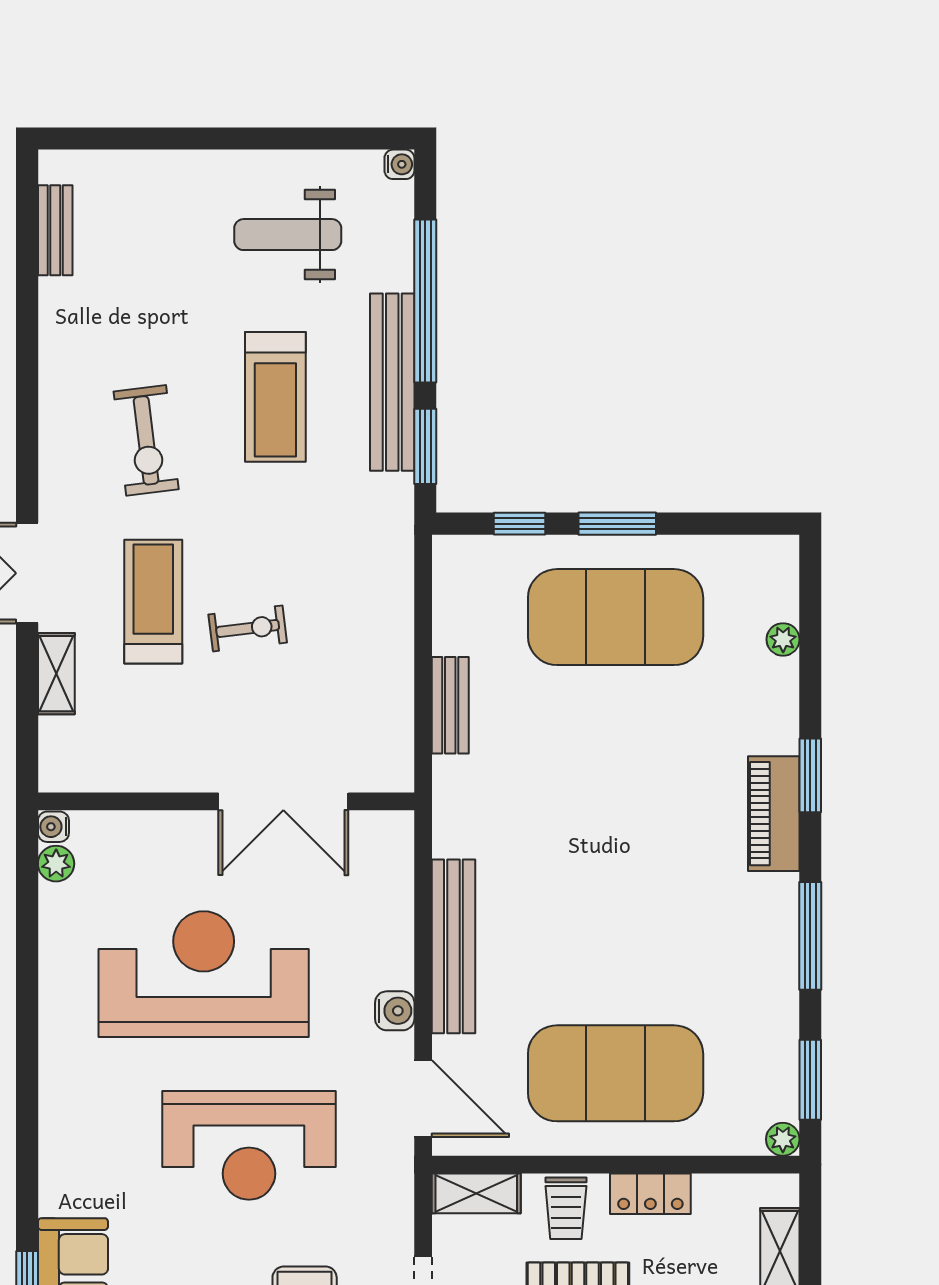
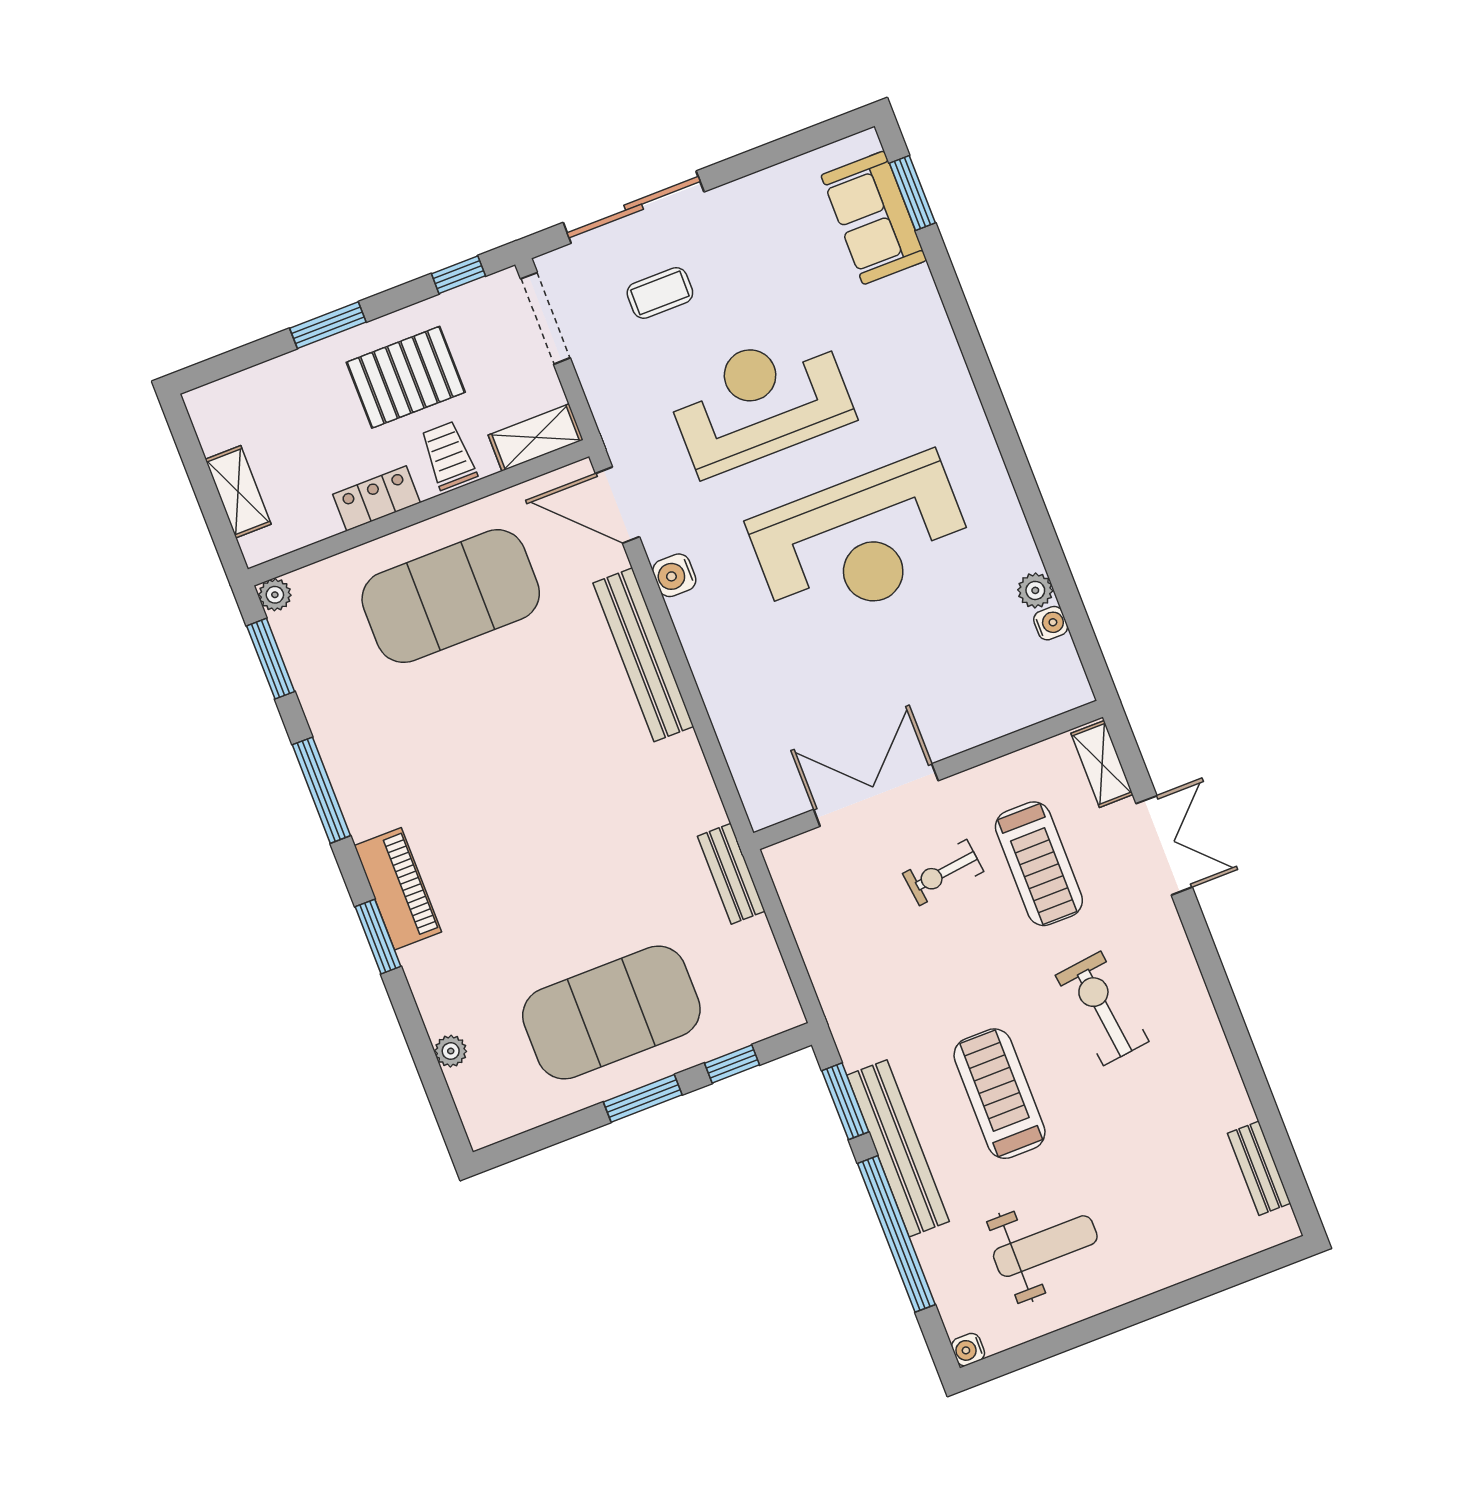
wall: (226, 801) -> (928, 775), moved
double door: (283, 801) -> (876, 795), moved

